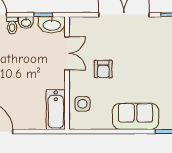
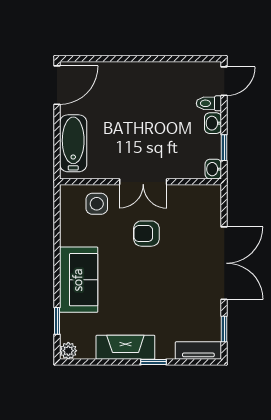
washbasin: (52, 25) -> (213, 169), width x0.52, depth x0.69
double door: (67, 53) -> (143, 182), moved
bathtub: (56, 110) -> (73, 143), moved, turned 90

